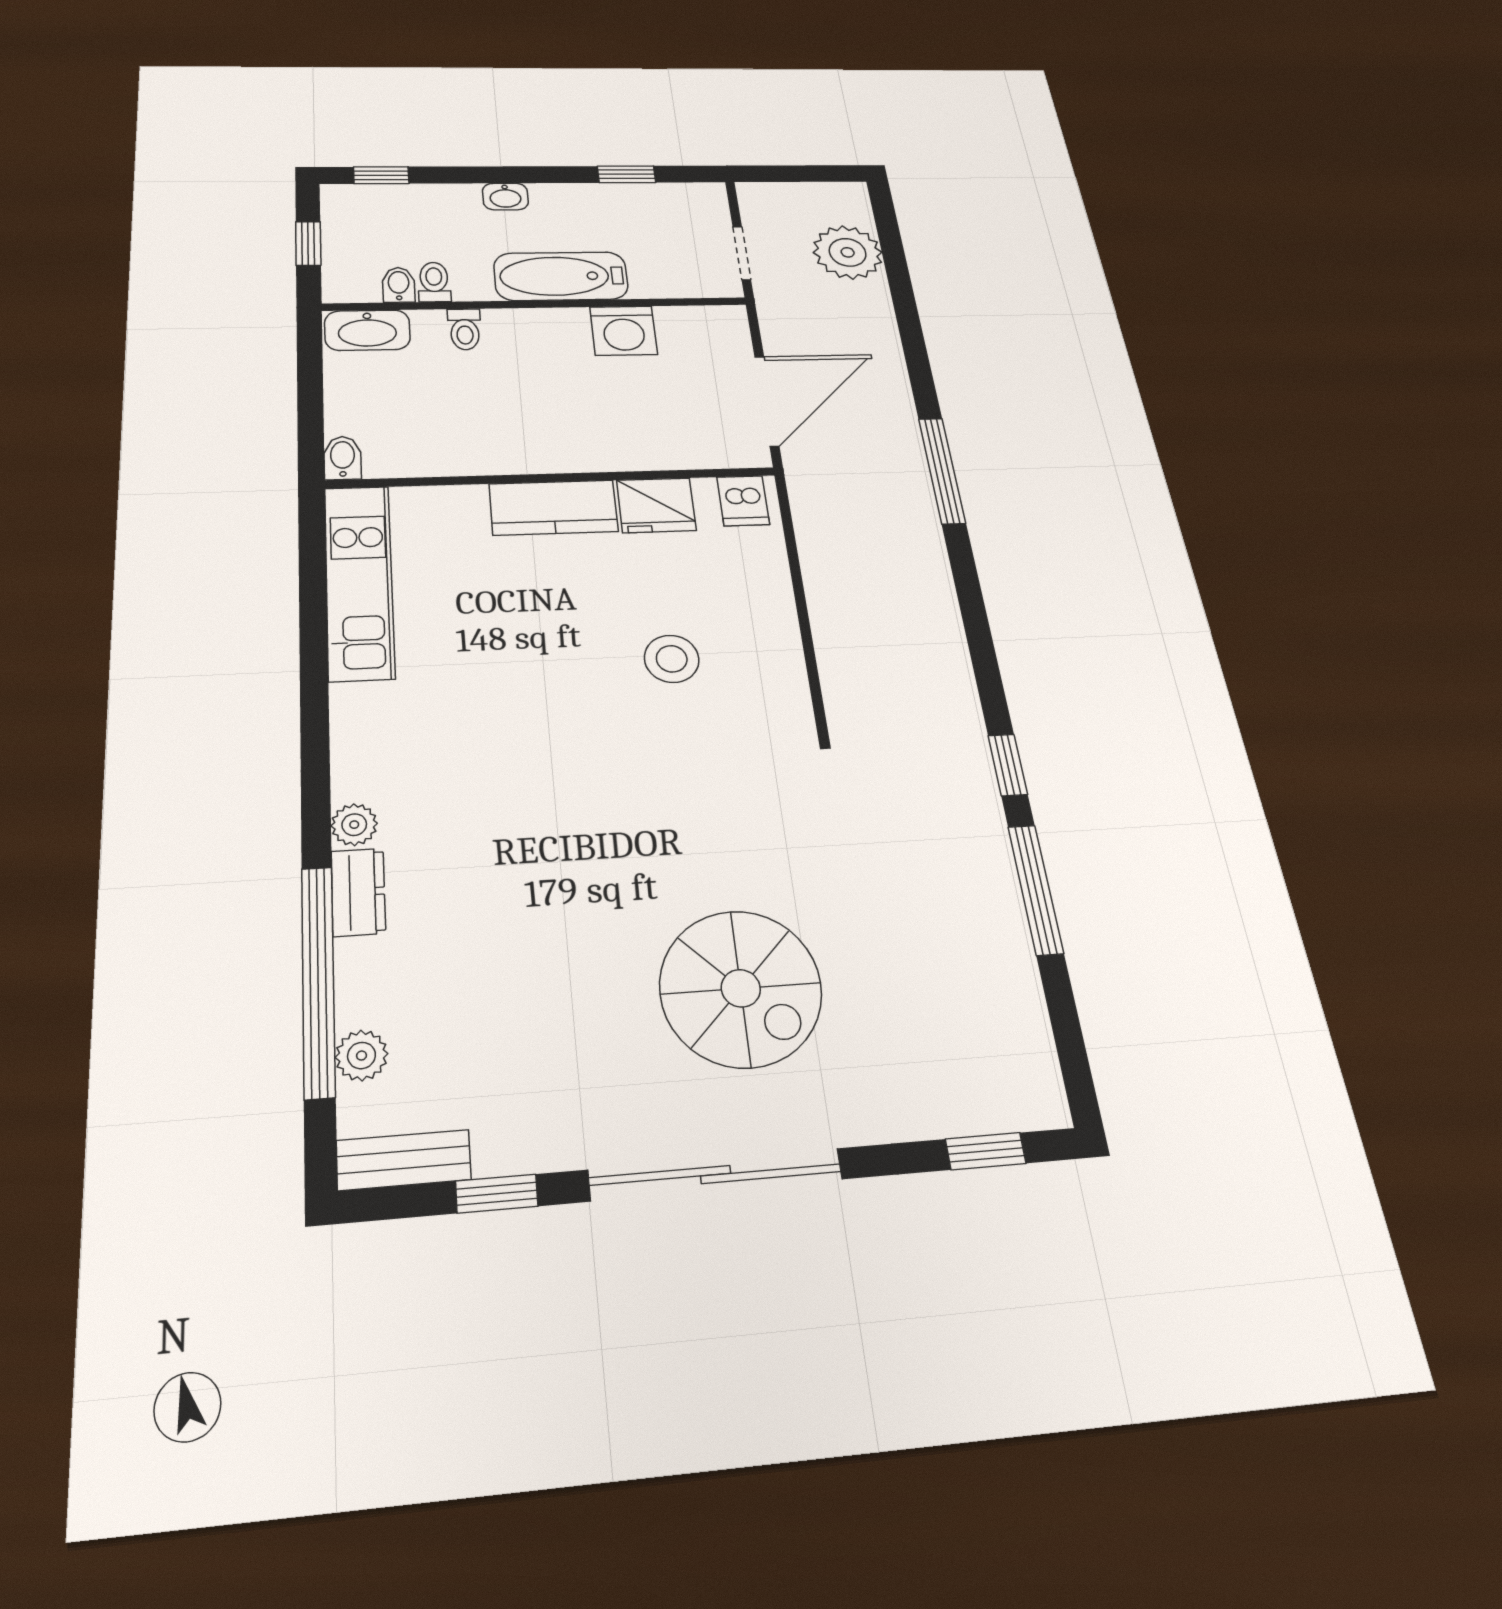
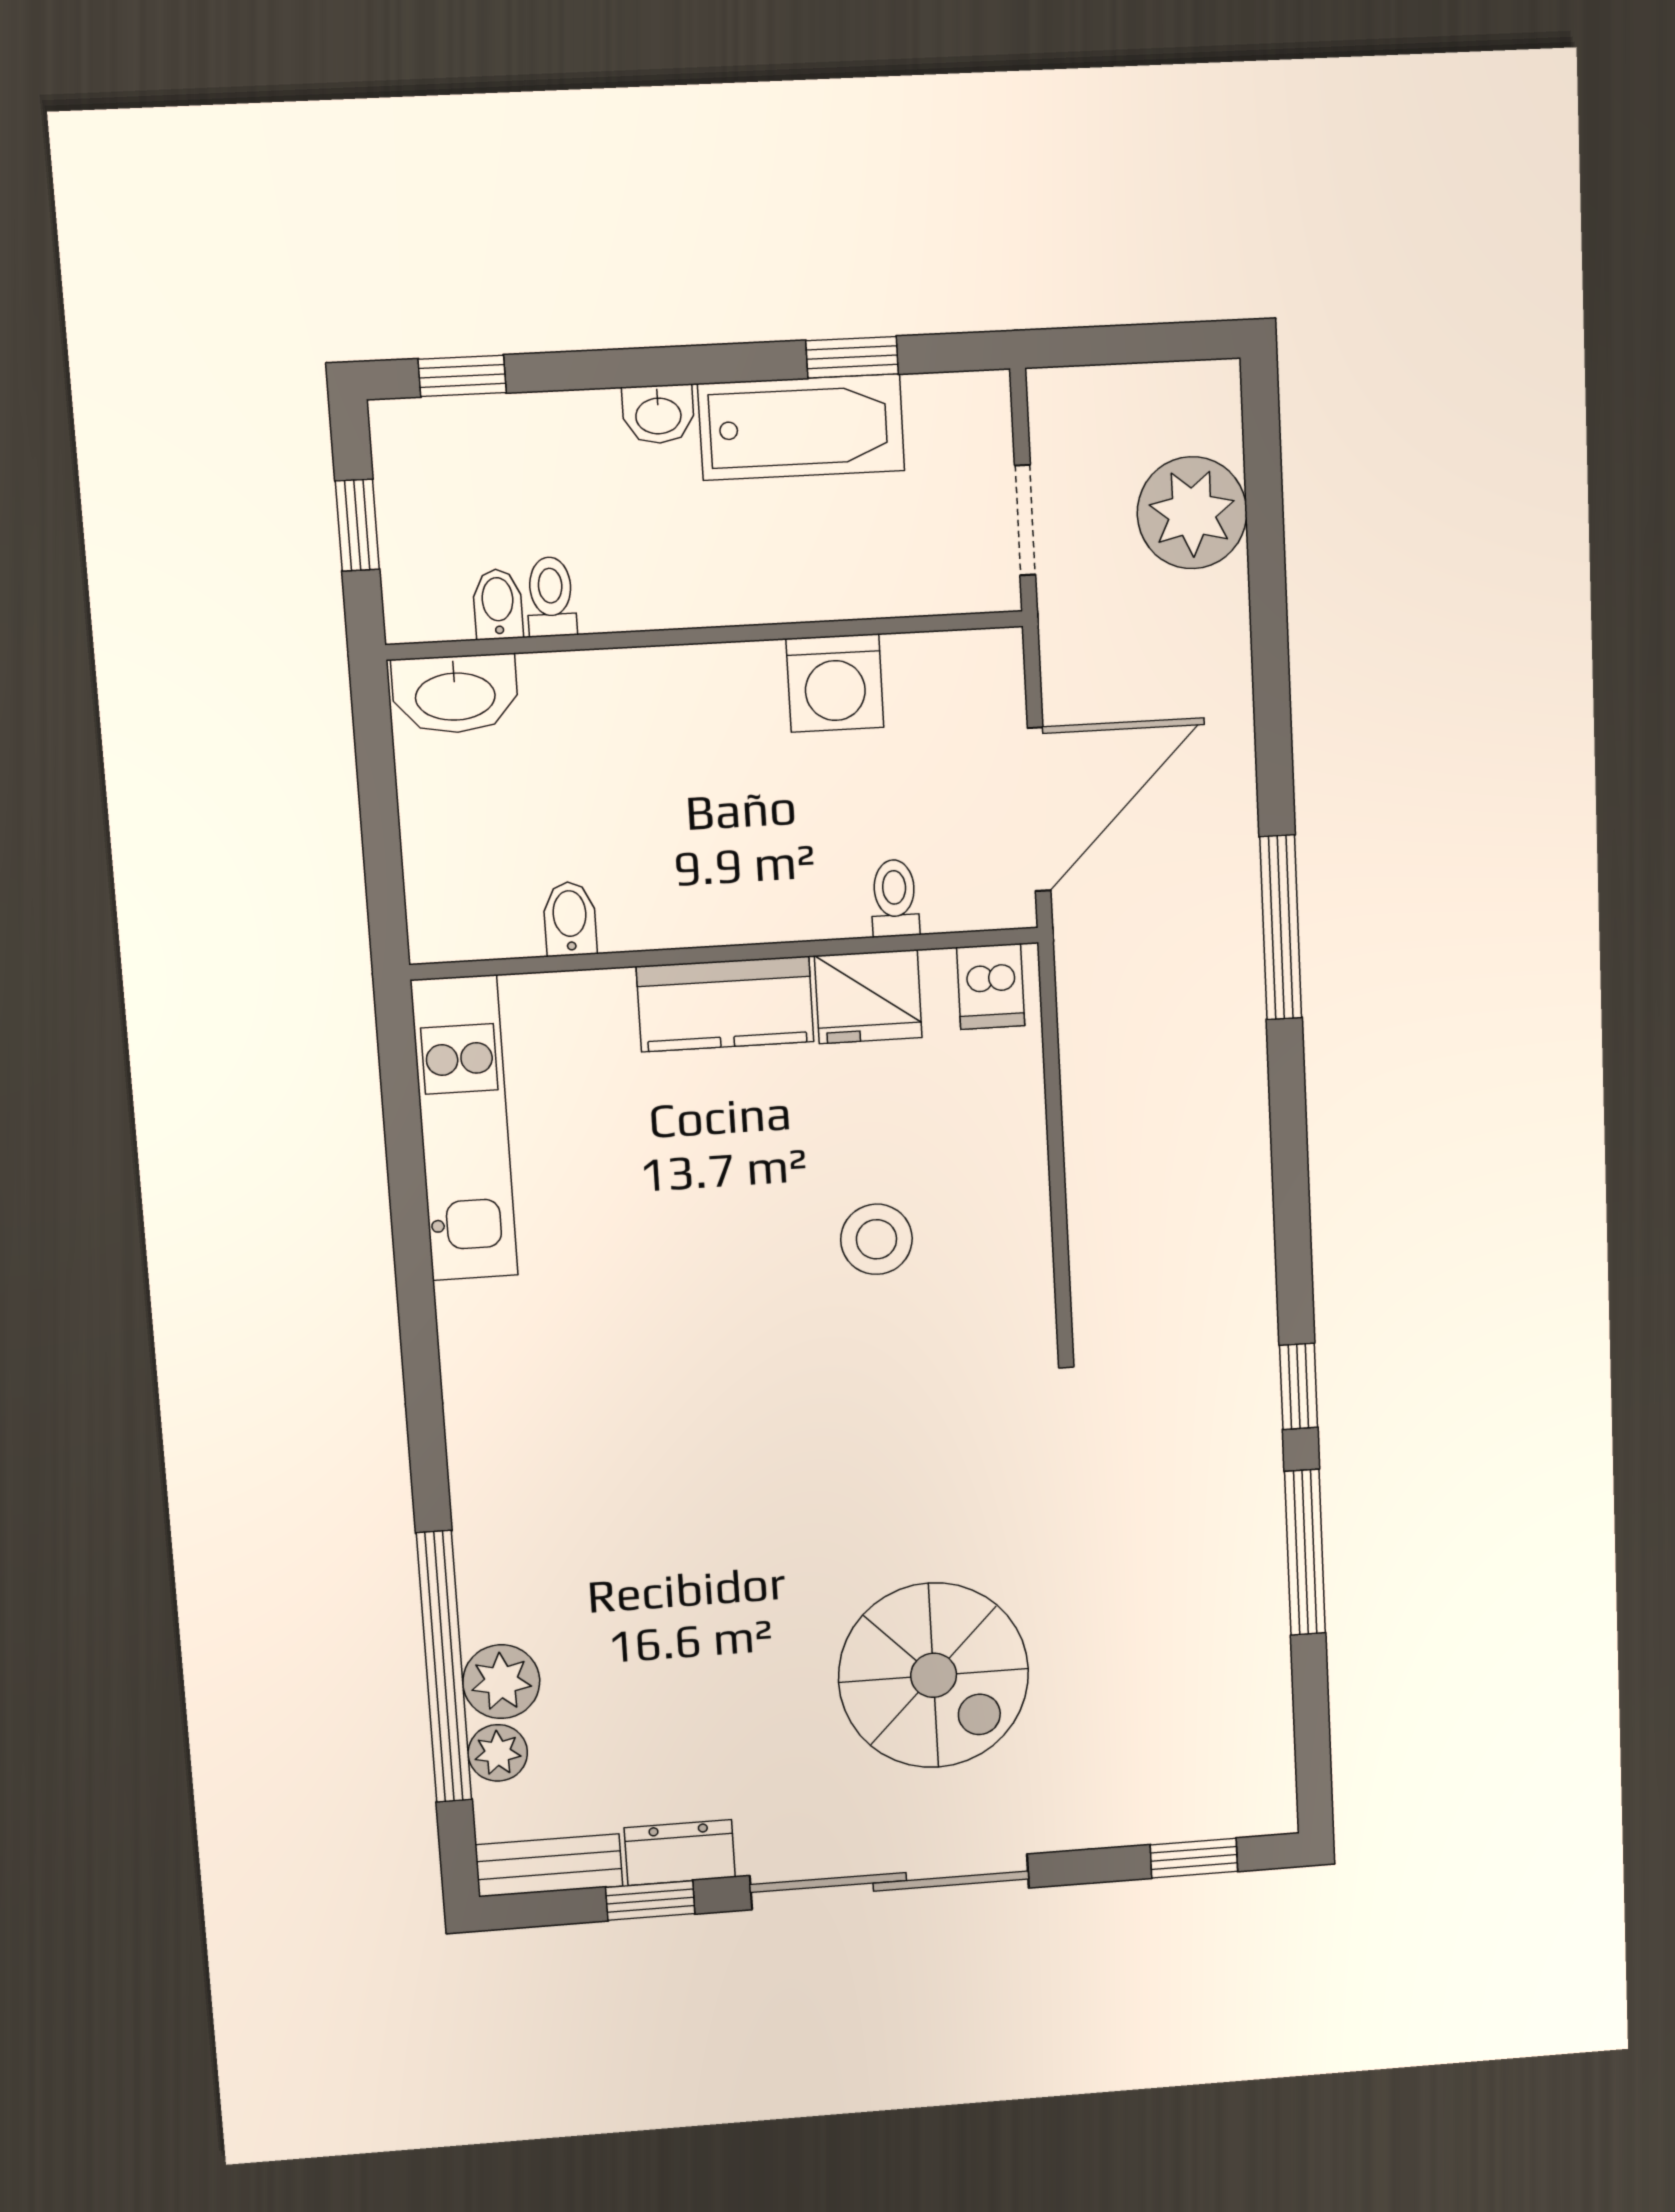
bathtub: (561, 276) -> (801, 427), moved, turned 180
toilet: (465, 329) -> (895, 898), moved, turned 180
bidet: (343, 458) -> (570, 919), moved
plant: (354, 825) -> (501, 1682), moved, width x1.38, depth x1.38
dresser: (358, 892) -> (680, 1853), moved, turned -90

